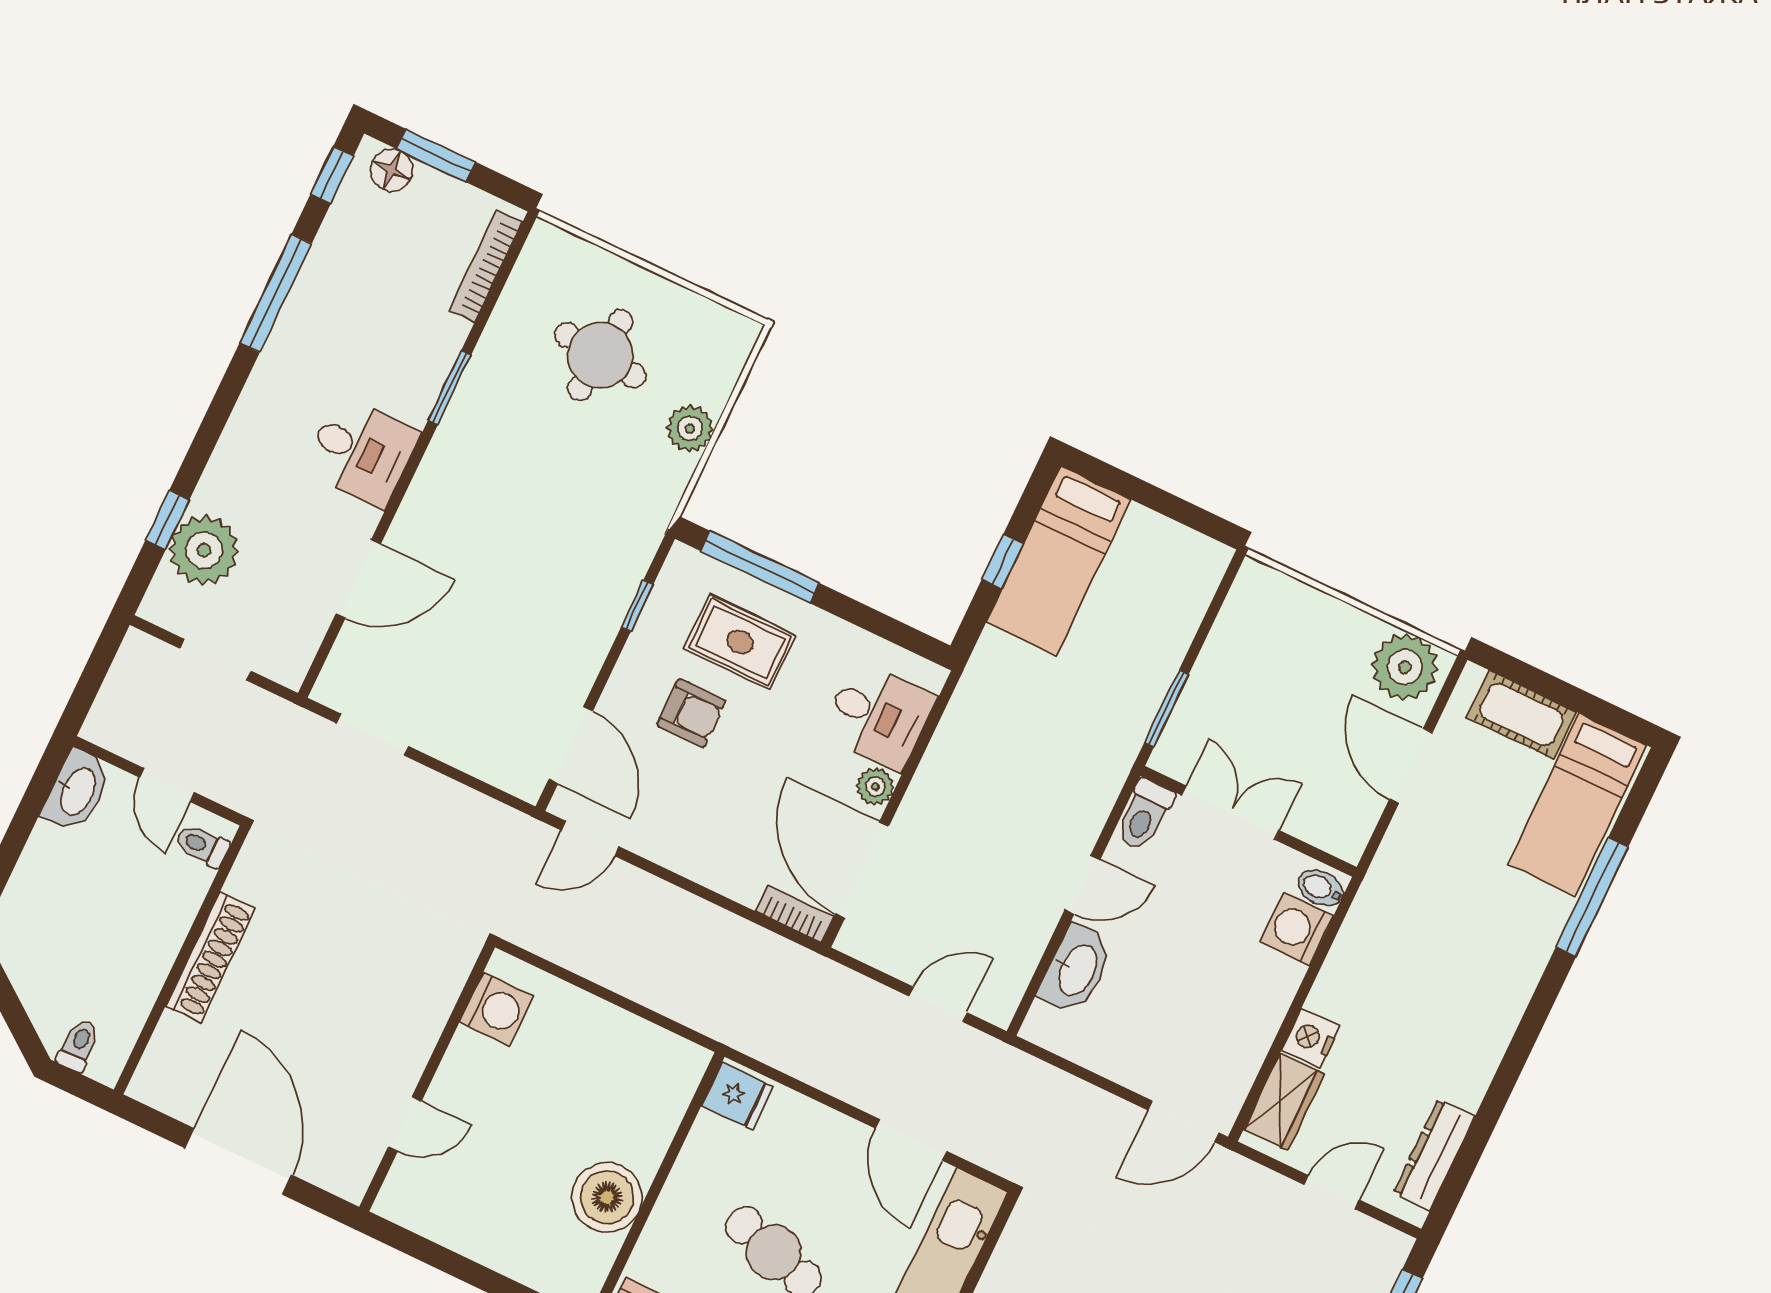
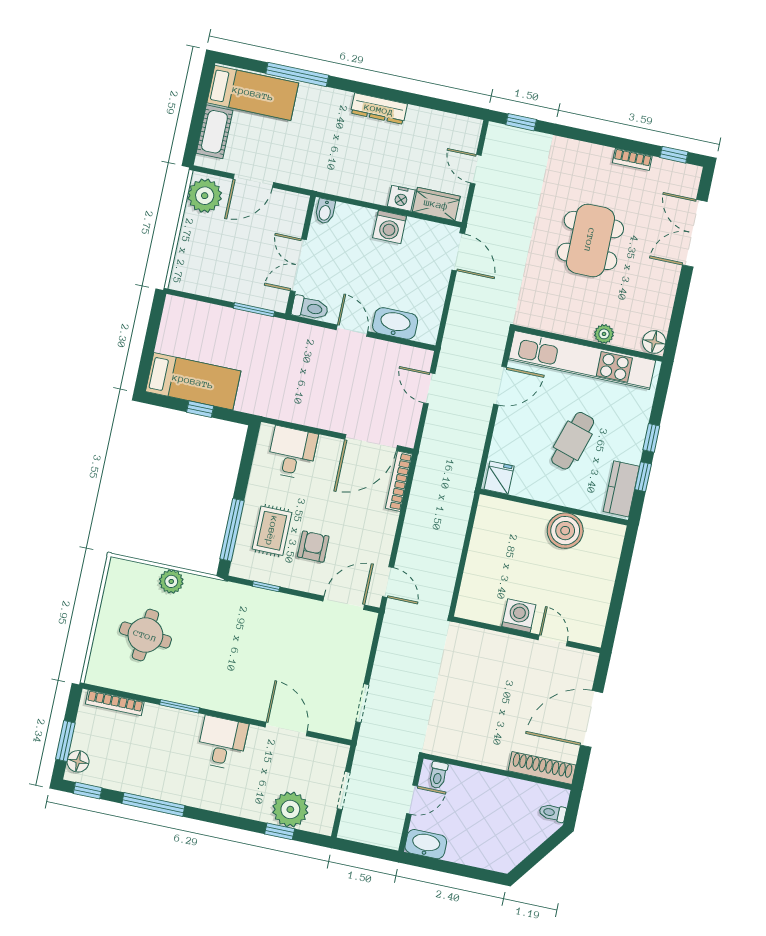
plant: (875, 786) -> (328, 446), removed
bookcase: (795, 914) -> (399, 481), width x1.56
washing machine: (1297, 929) -> (390, 227), moved
shoe rack: (210, 957) -> (542, 768), moved
washing machine: (497, 1009) -> (519, 616), moved
dresser: (1434, 1155) -> (379, 109), moved

